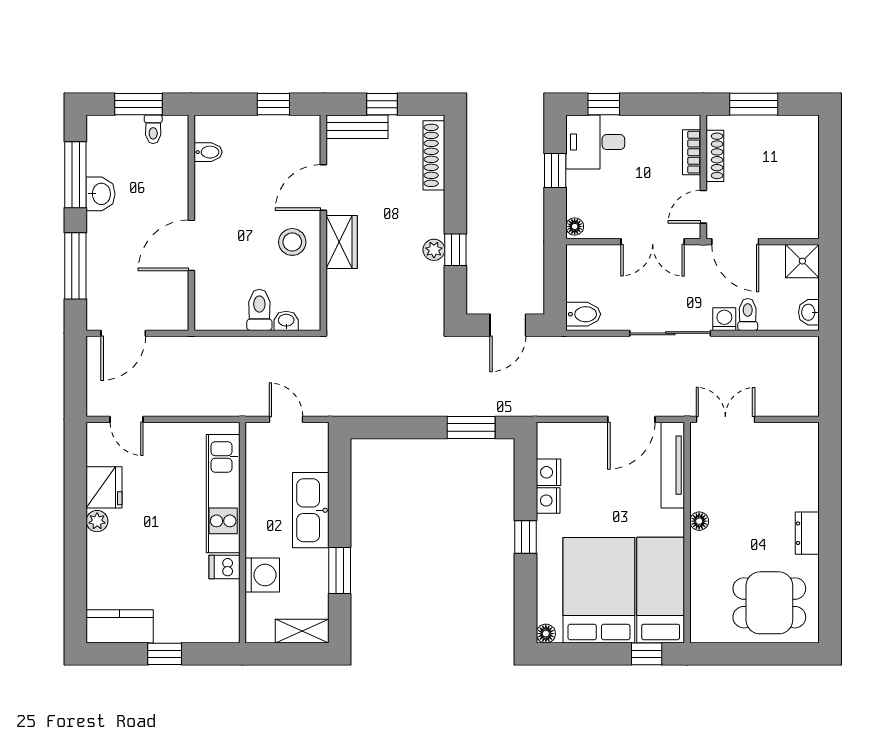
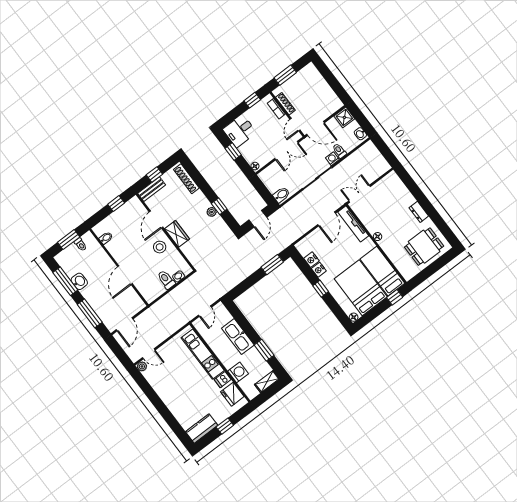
window: (604, 104) -> (252, 100), moved
door: (286, 419) -> (205, 311), swing flipped
fridge: (104, 487) -> (232, 394), moved, turned 180
plant: (97, 521) -> (142, 366), moved

